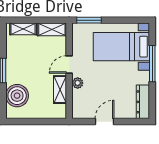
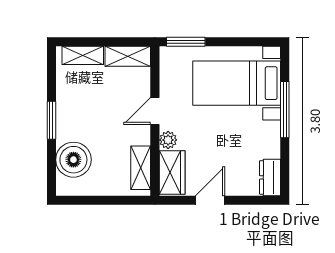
shelving: (60, 90) -> (141, 168), moved
dresser: (143, 102) -> (270, 177), width x0.70
wardrobe: (80, 104) -> (172, 173), added

